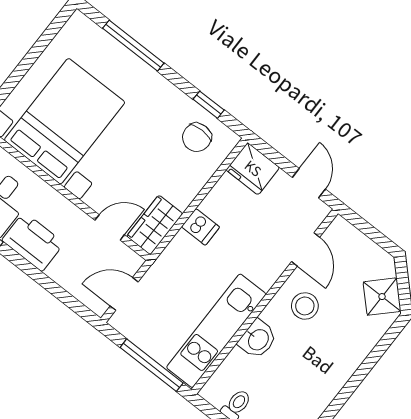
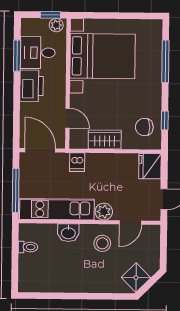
wardrobe: (155, 225) -> (105, 139), moved
dishwasher: (200, 227) -> (77, 162), moved
plant: (266, 273) -> (104, 212), added
door: (124, 294) -> (40, 150), width x1.38

